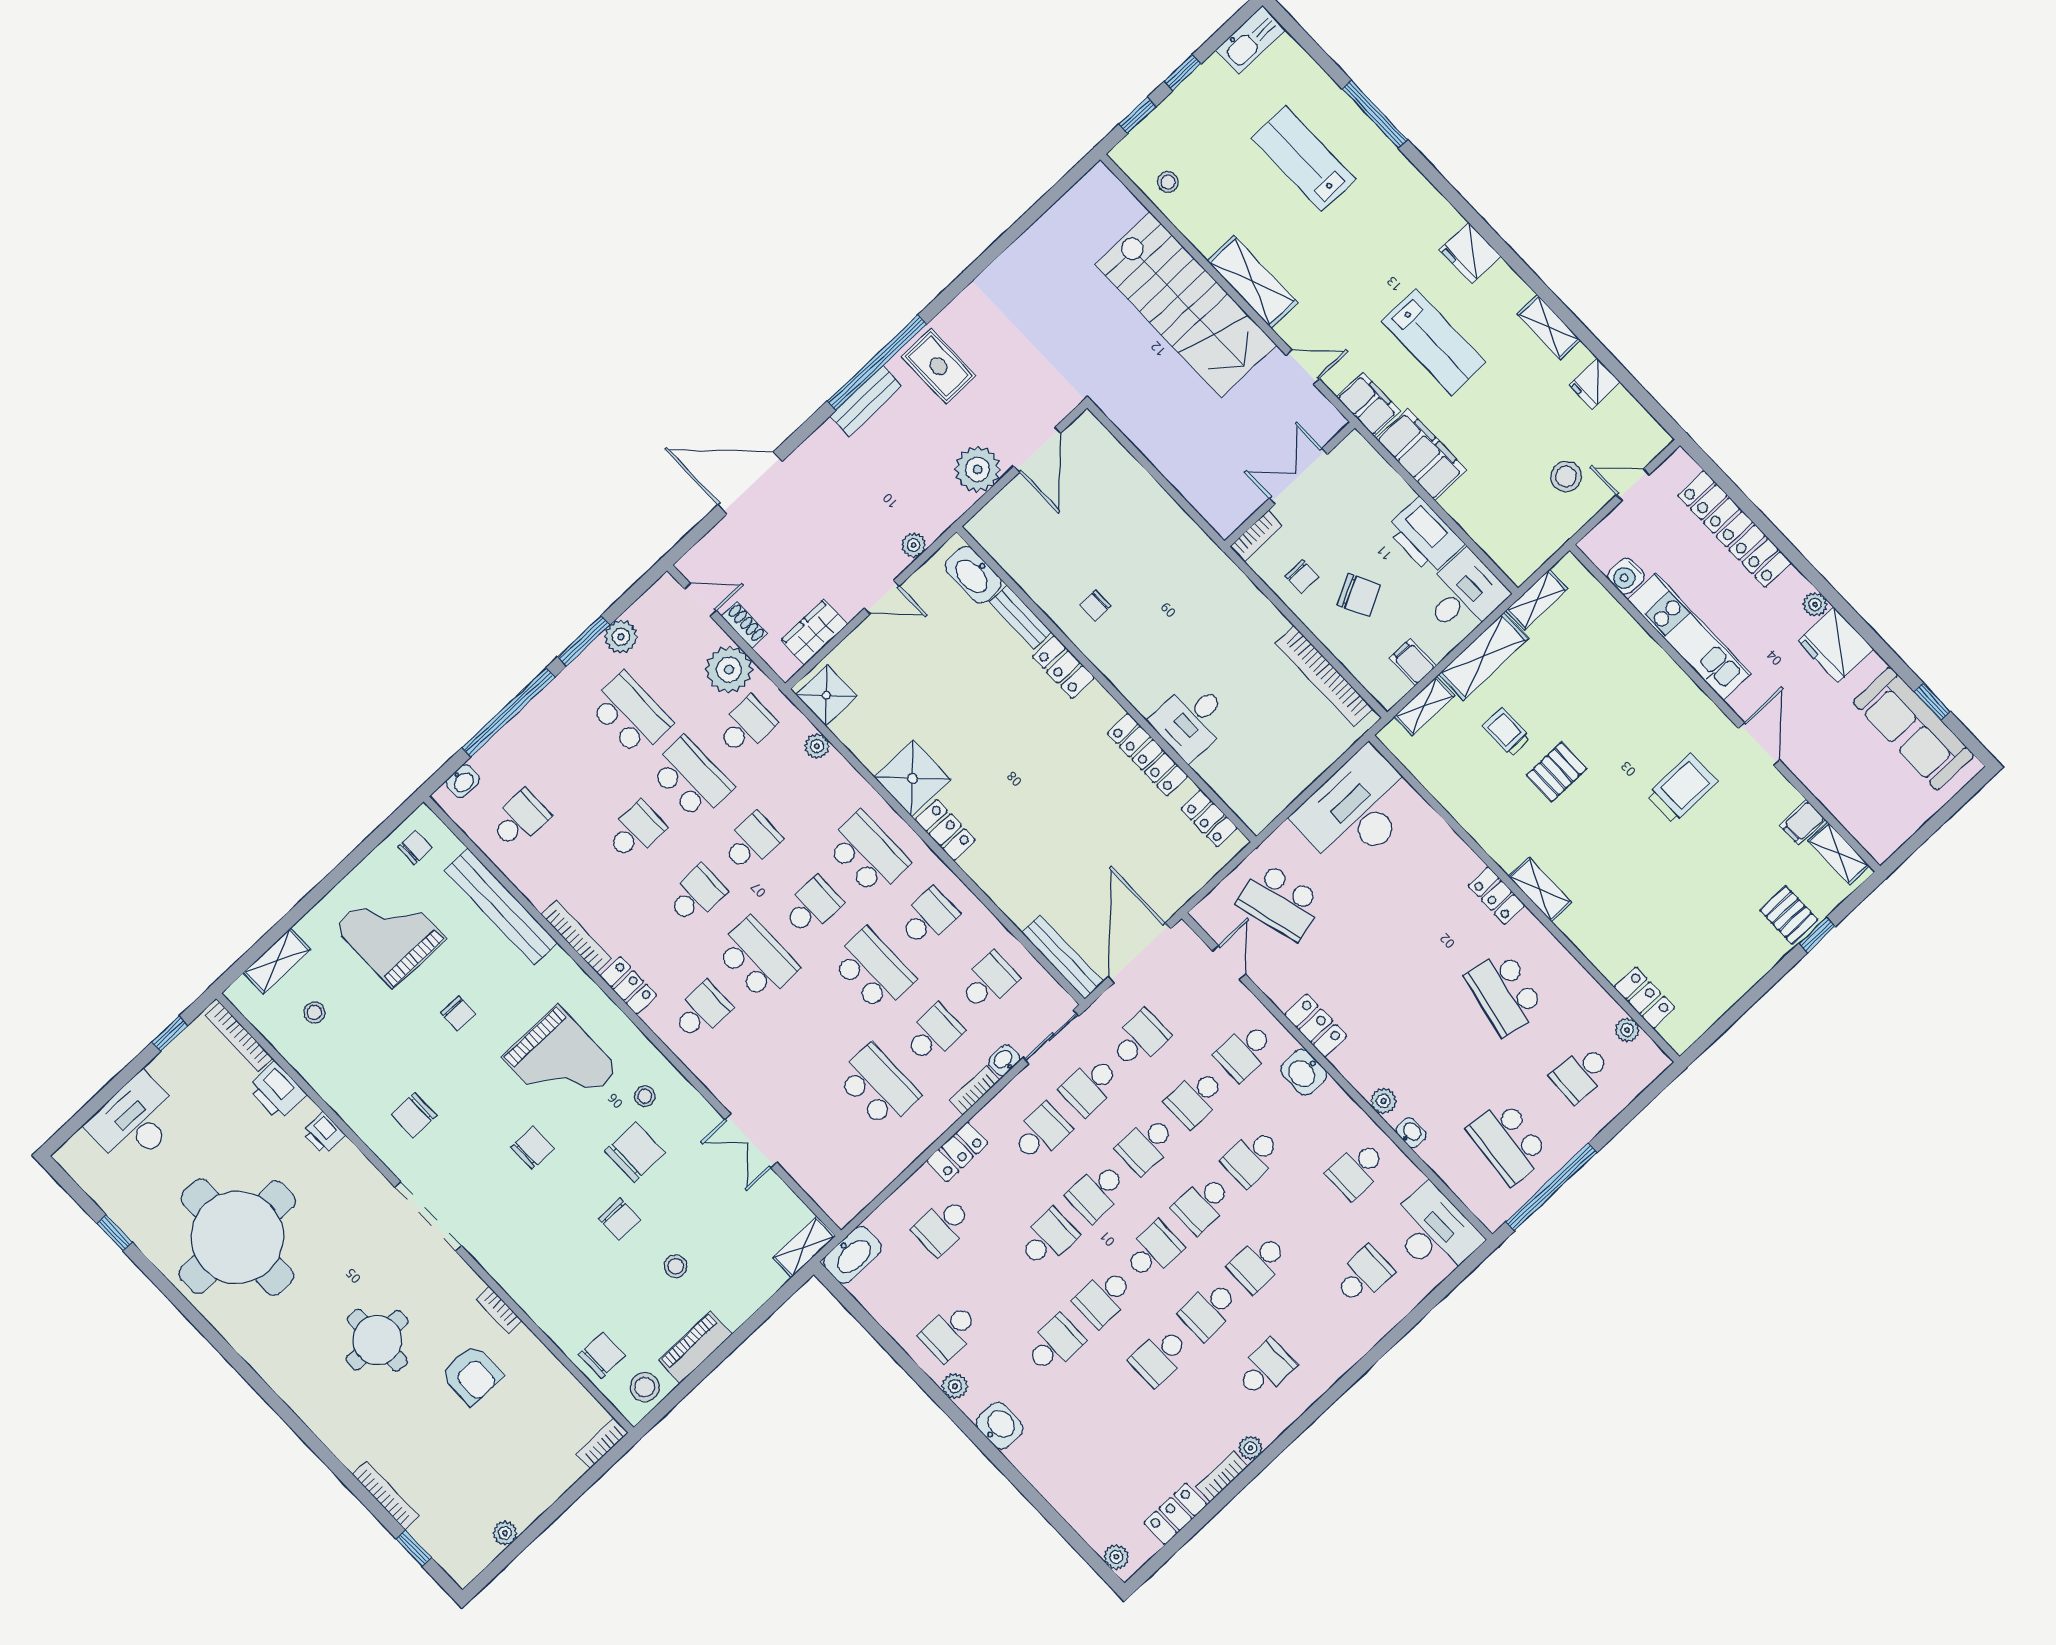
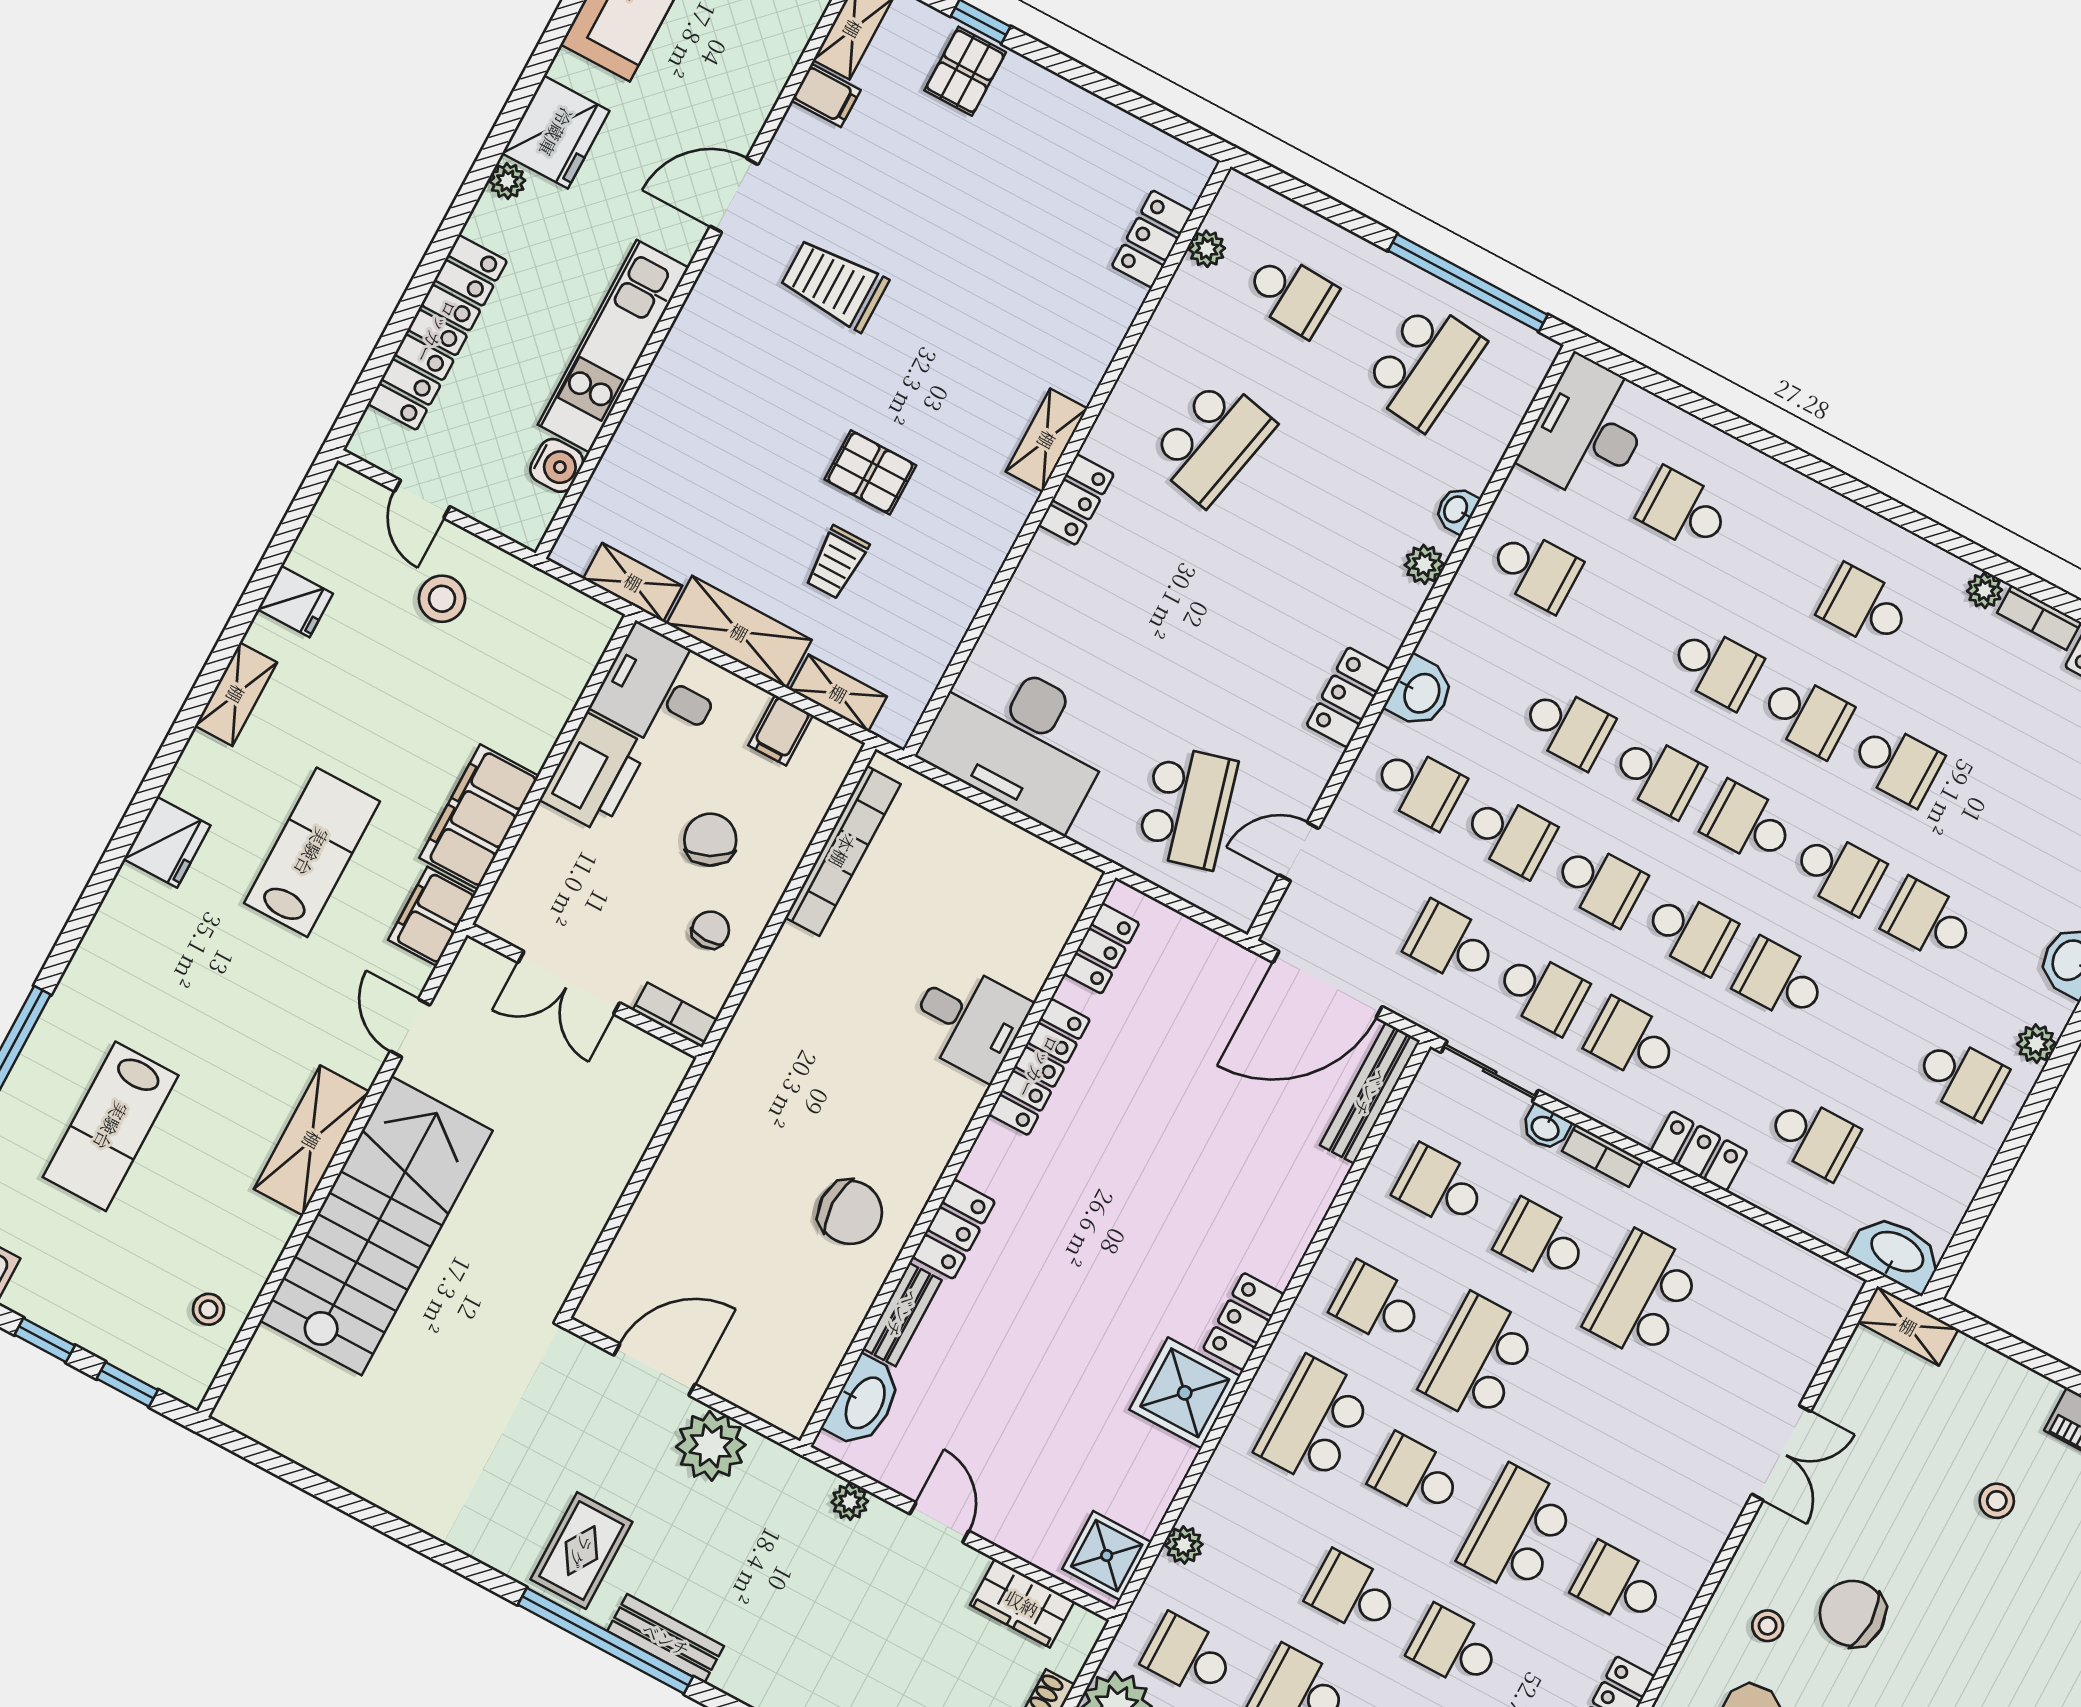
chair: (1095, 605) -> (850, 1212), width x1.87, depth x1.87
chair: (620, 1219) -> (1956, 1604), removed

